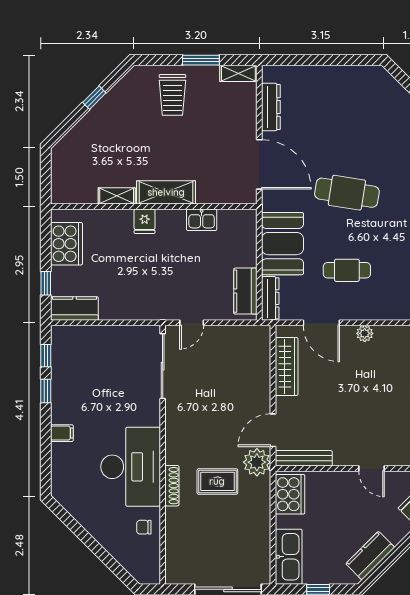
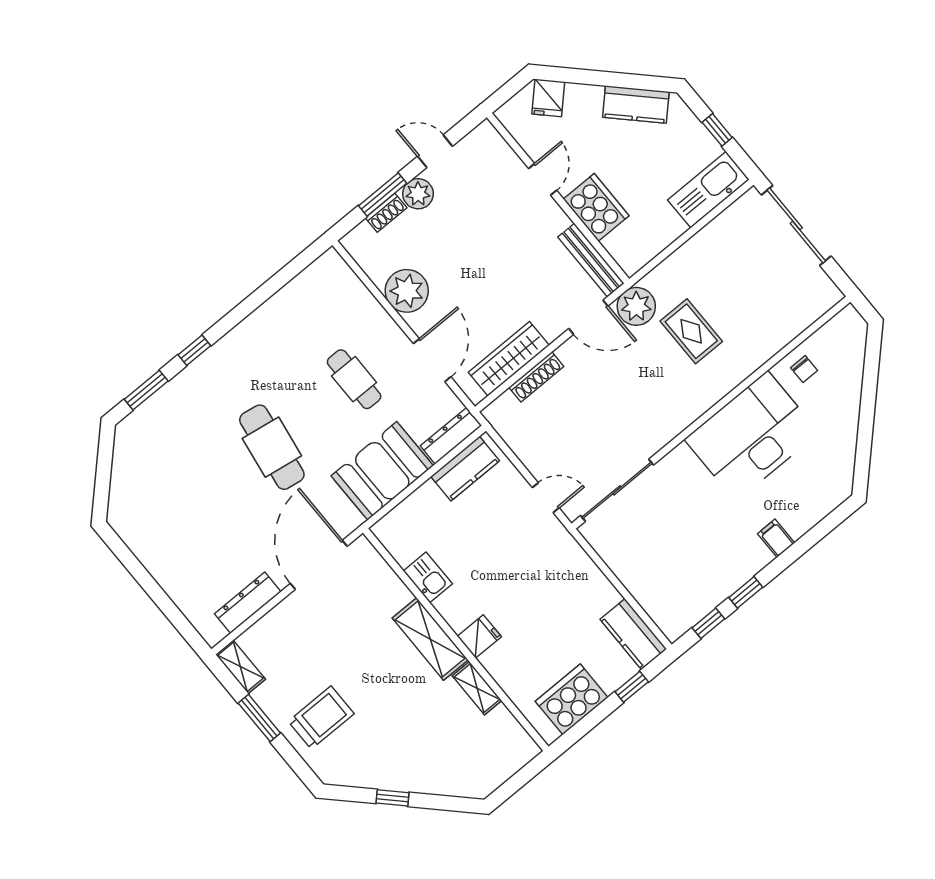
plant: (365, 333) -> (407, 291), width x1.87, depth x1.87
shoe rack: (172, 486) -> (536, 377), moved, turned 180
cooker: (290, 494) -> (596, 207), moved, turned 90

